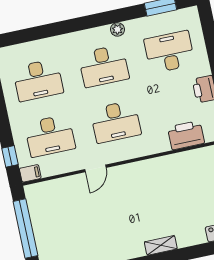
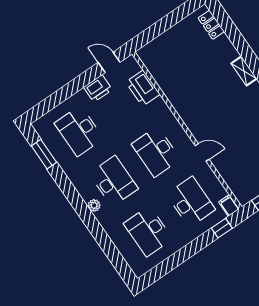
plant: (117, 29) -> (94, 205), moved
desk: (38, 80) -> (148, 231), turned 180
desk: (116, 122) -> (156, 152), turned 180

